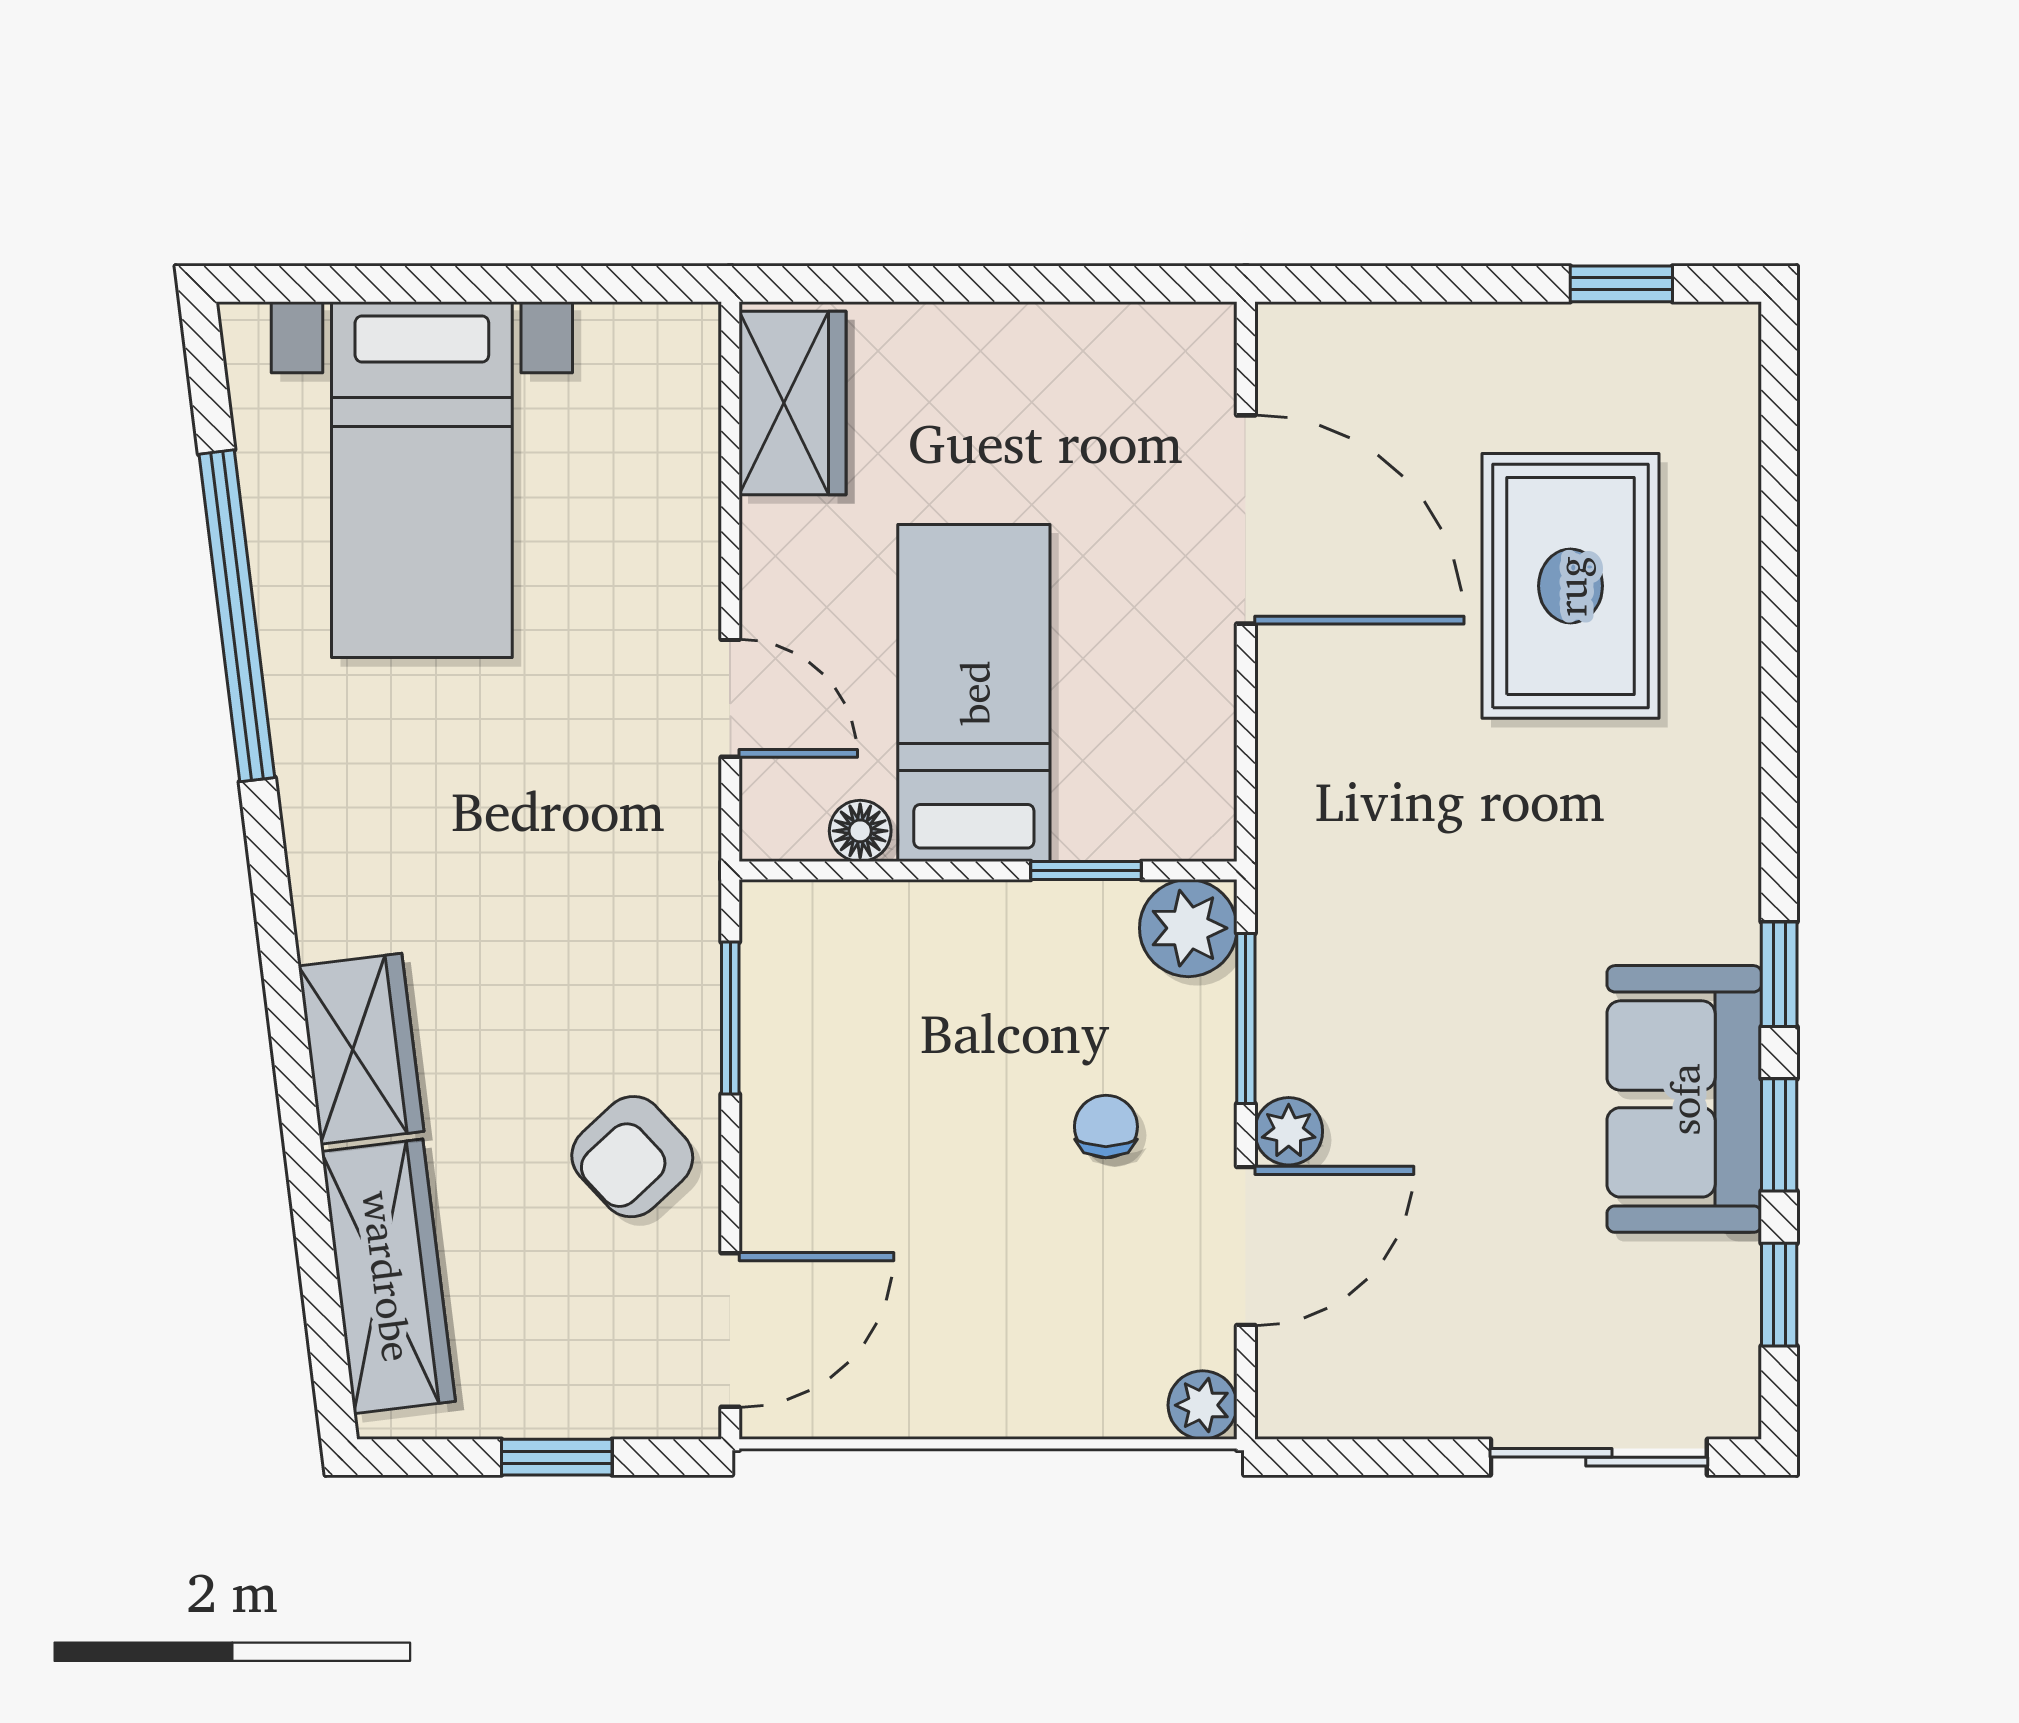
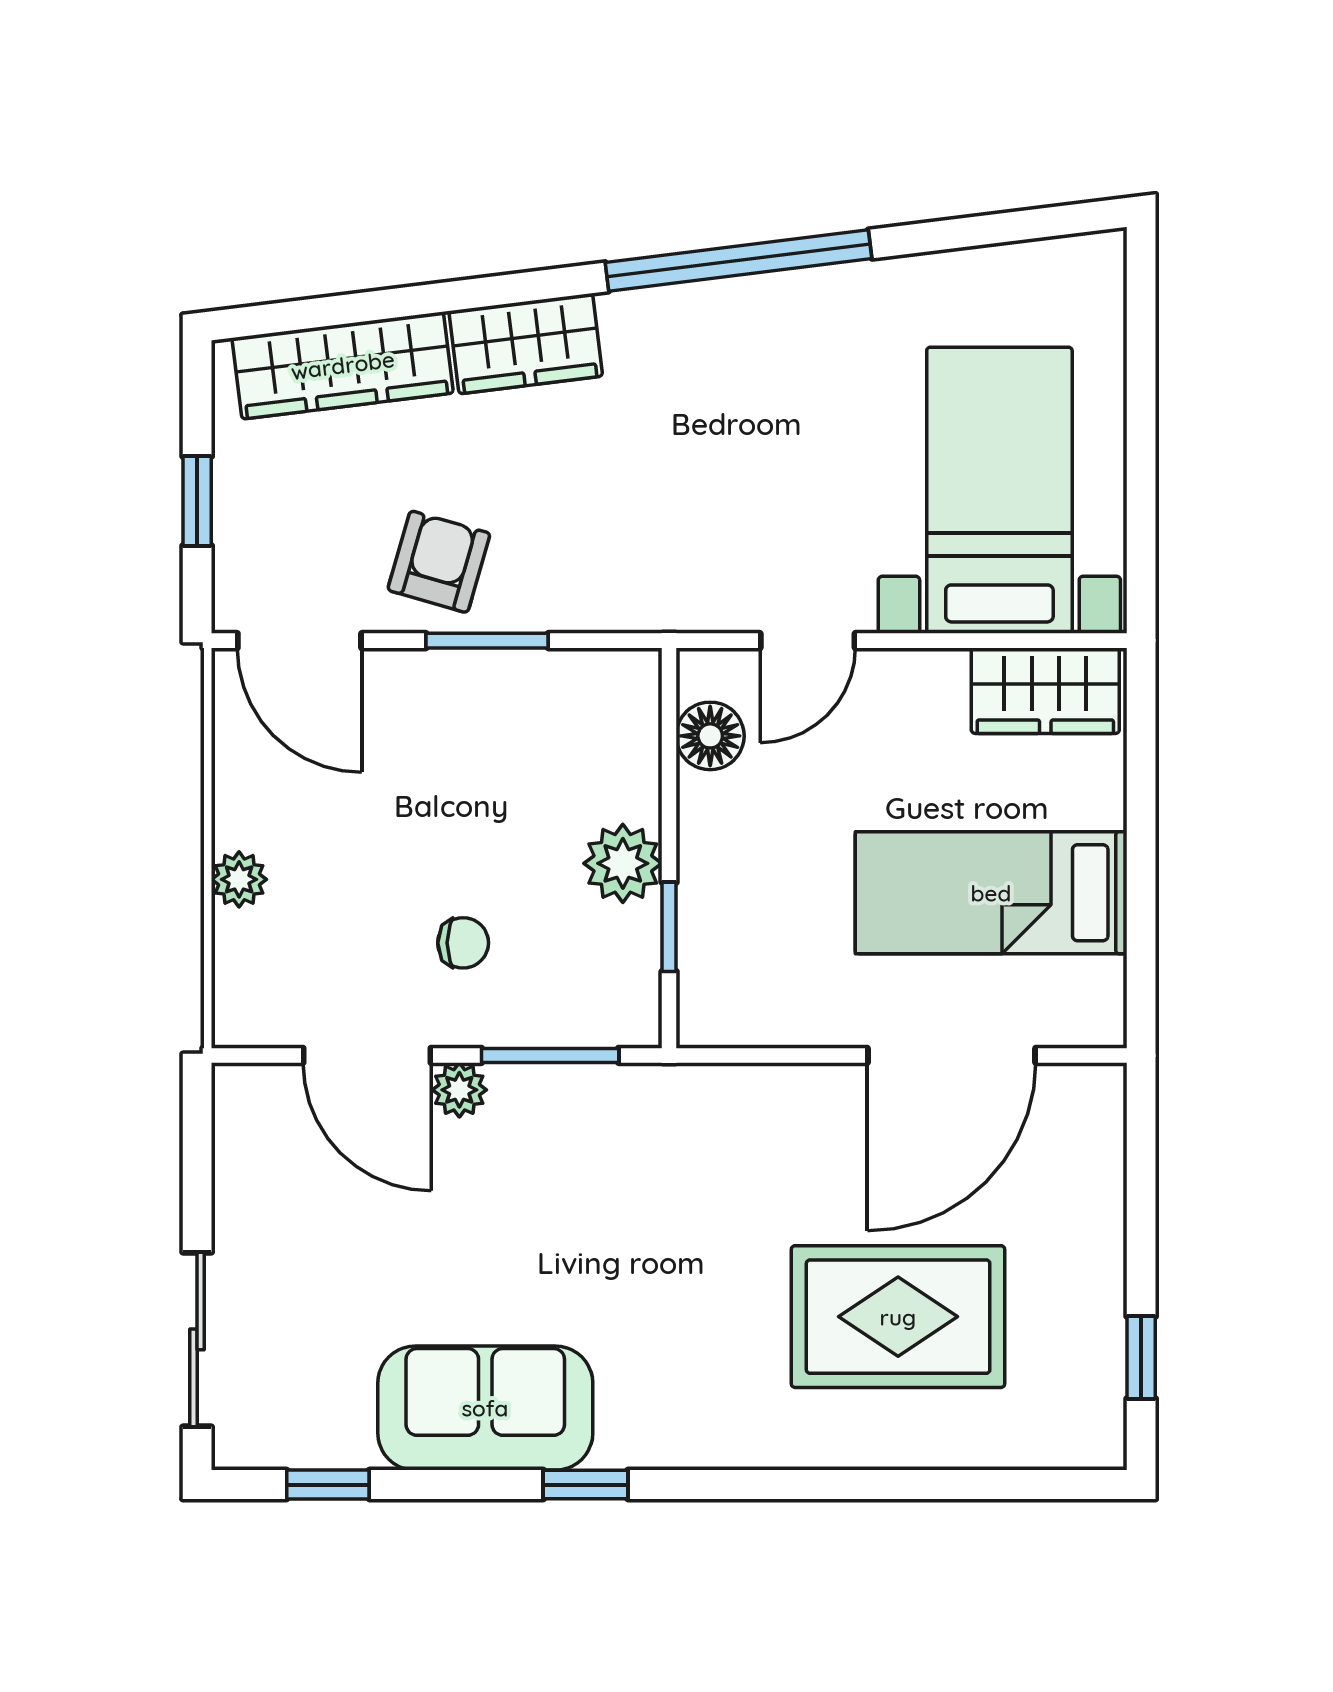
bed with nightstands: (422, 480) -> (999, 490), moved, turned 90
window: (237, 616) -> (738, 260), moved
bed: (974, 693) -> (991, 893), moved, turned 180
floor lamp: (860, 831) -> (710, 736), width x1.37, depth x1.37
plant: (1188, 928) -> (623, 863), moved
window: (730, 1018) -> (487, 641), moved
window: (1779, 1135) -> (456, 1485), removed
armchair: (632, 1157) -> (439, 562), turned 59
plant: (1203, 1405) -> (239, 879), moved

